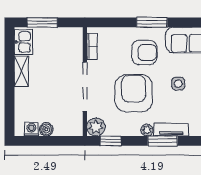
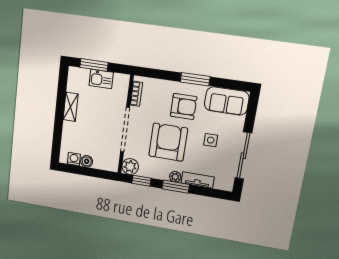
kitchen sink: (23, 42) -> (101, 79), moved, turned 90
window: (163, 141) -> (176, 187), moved

